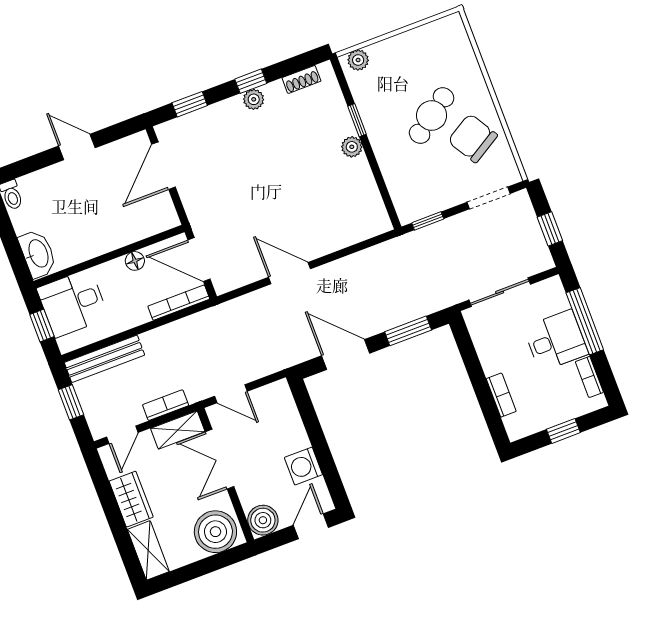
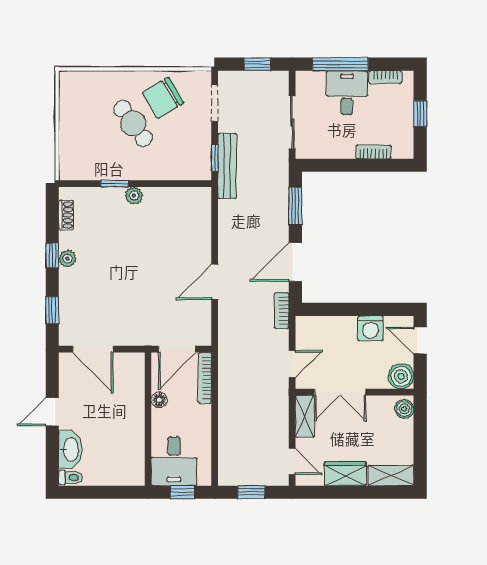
plant: (358, 60) -> (68, 165), removed
washbasin: (38, 254) -> (70, 449), moved, turned 90
bench: (104, 359) -> (227, 166), moved
bookcase: (166, 405) -> (282, 311), moved
boiler: (215, 532) -> (404, 409), width x0.54, depth x0.54

